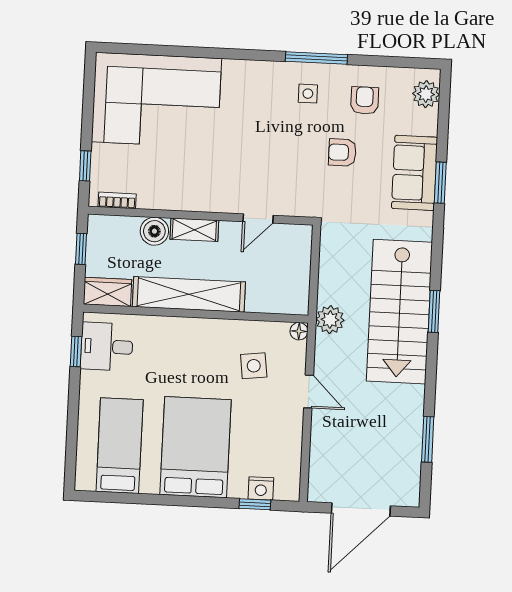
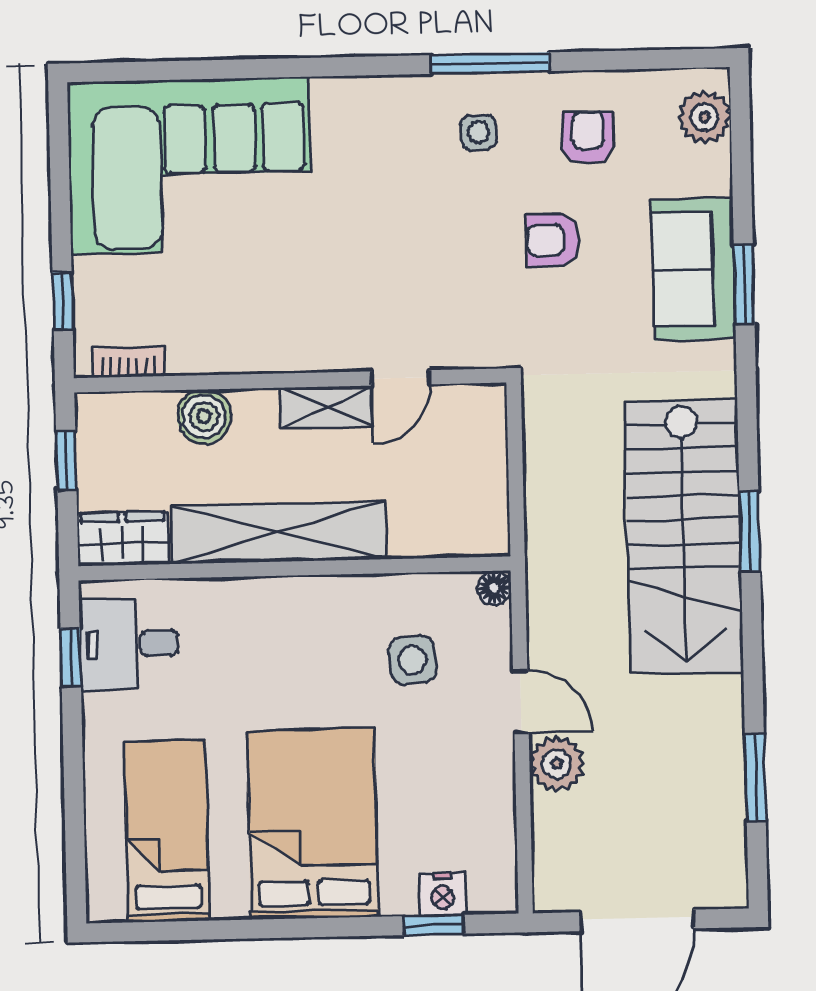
shelving: (194, 230) -> (326, 407), moved
plant: (330, 320) -> (557, 764), moved

